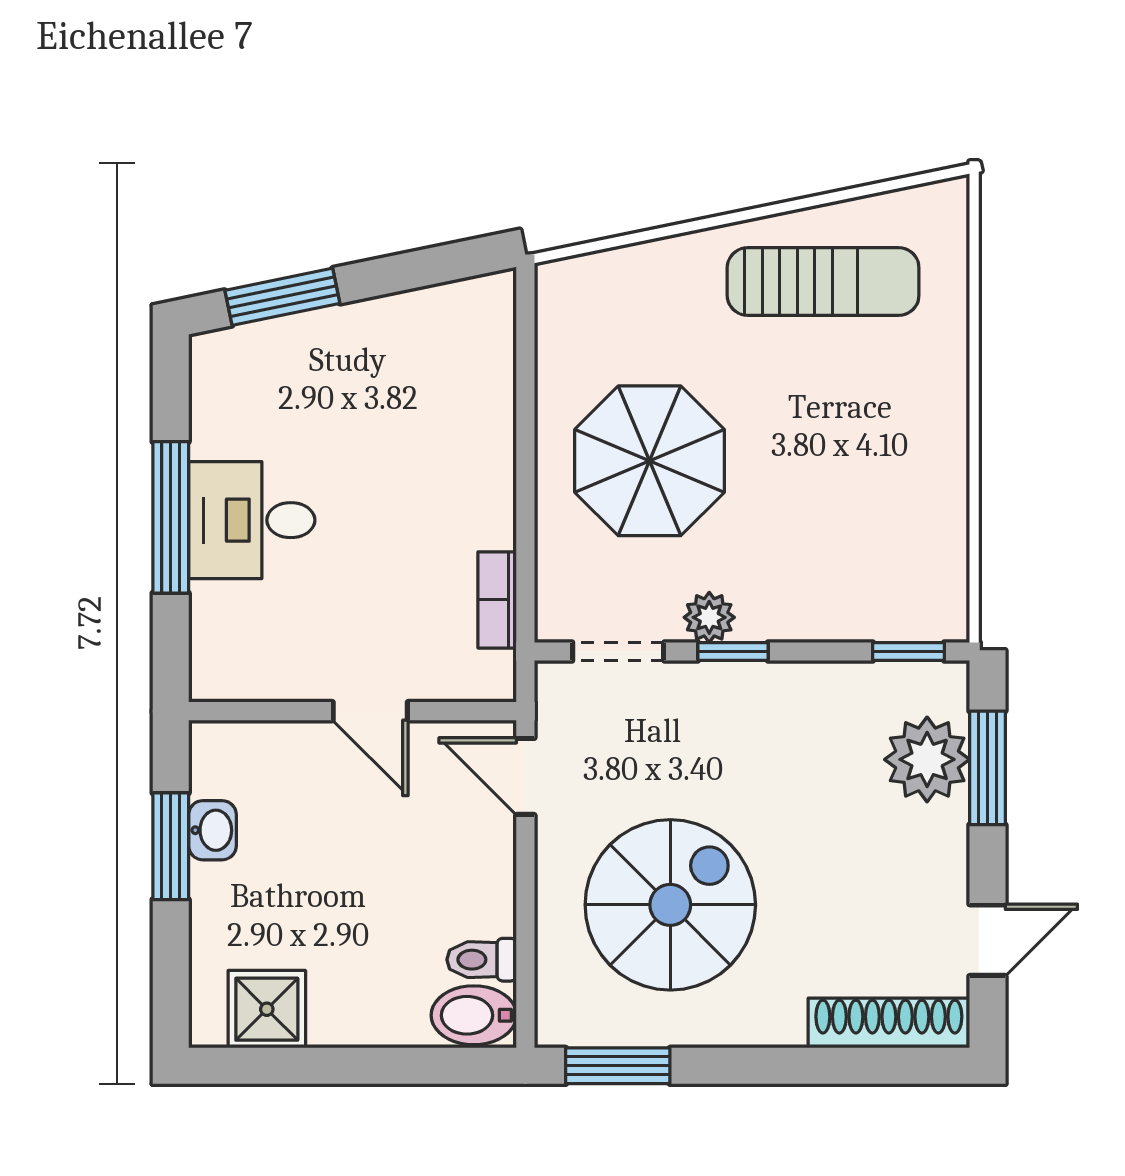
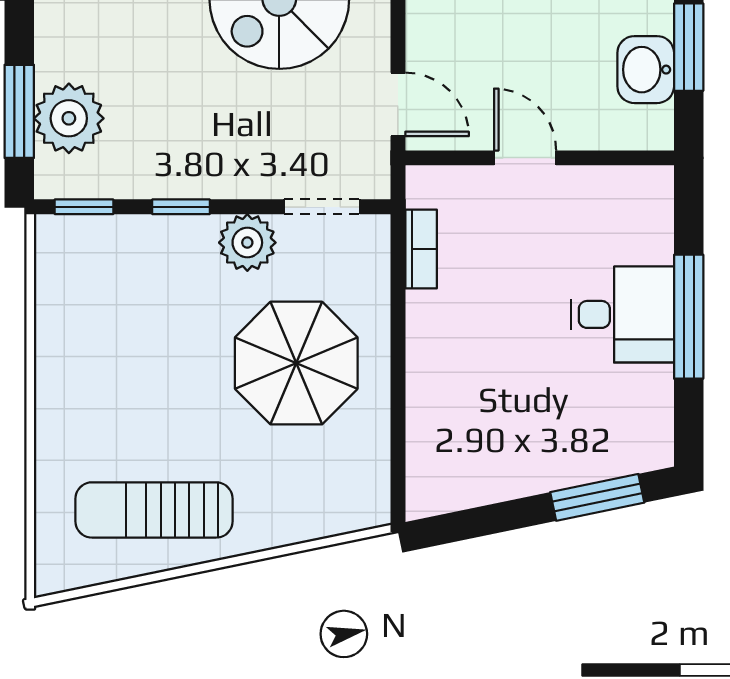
plant: (709, 617) -> (247, 243), width x1.38, depth x1.38
window: (733, 651) -> (181, 207), moved
washbasin: (212, 830) -> (646, 70), width x1.38, depth x1.45

